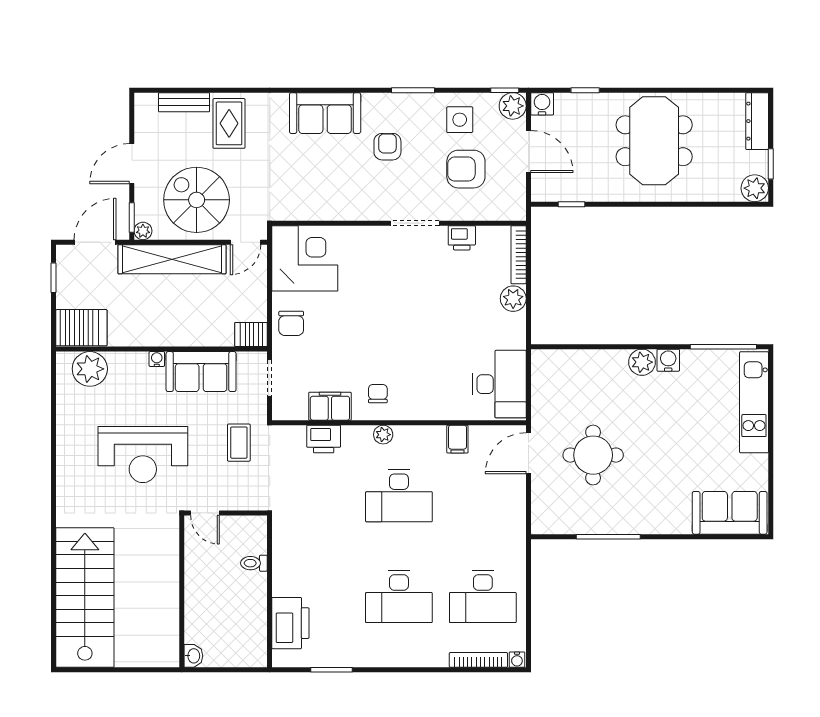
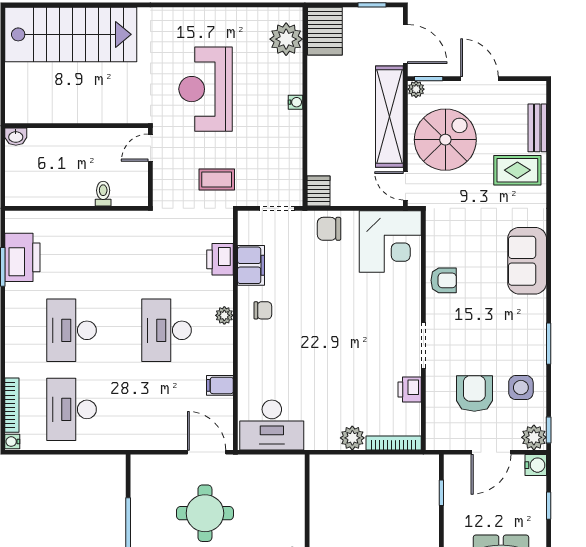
armchair: (387, 147) -> (444, 280), moved
sofa: (201, 372) -> (284, 144), removed
printer: (290, 623) -> (22, 257), moved, turned -90

